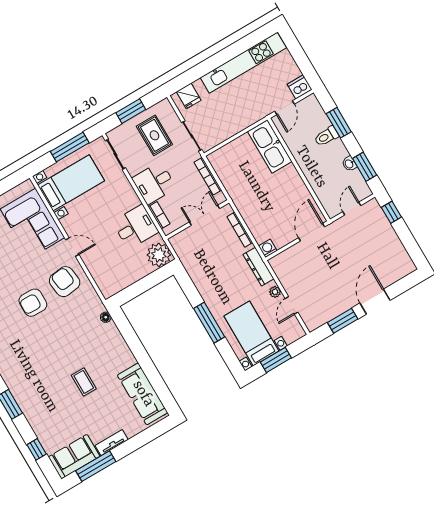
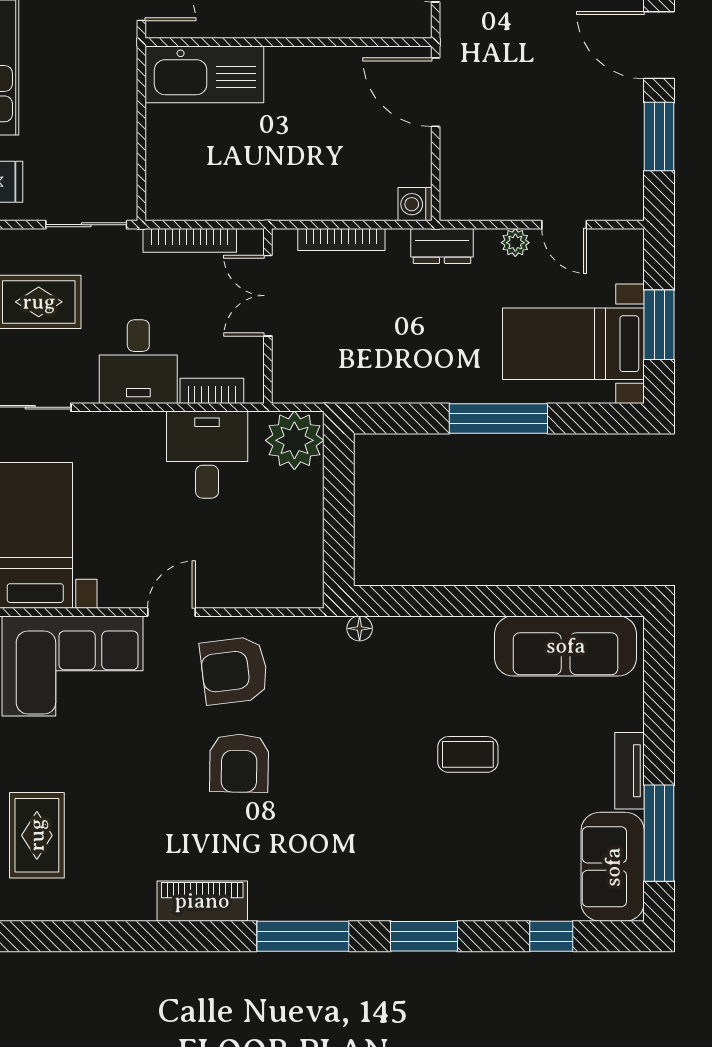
dresser: (259, 267) -> (442, 246), width x0.70

